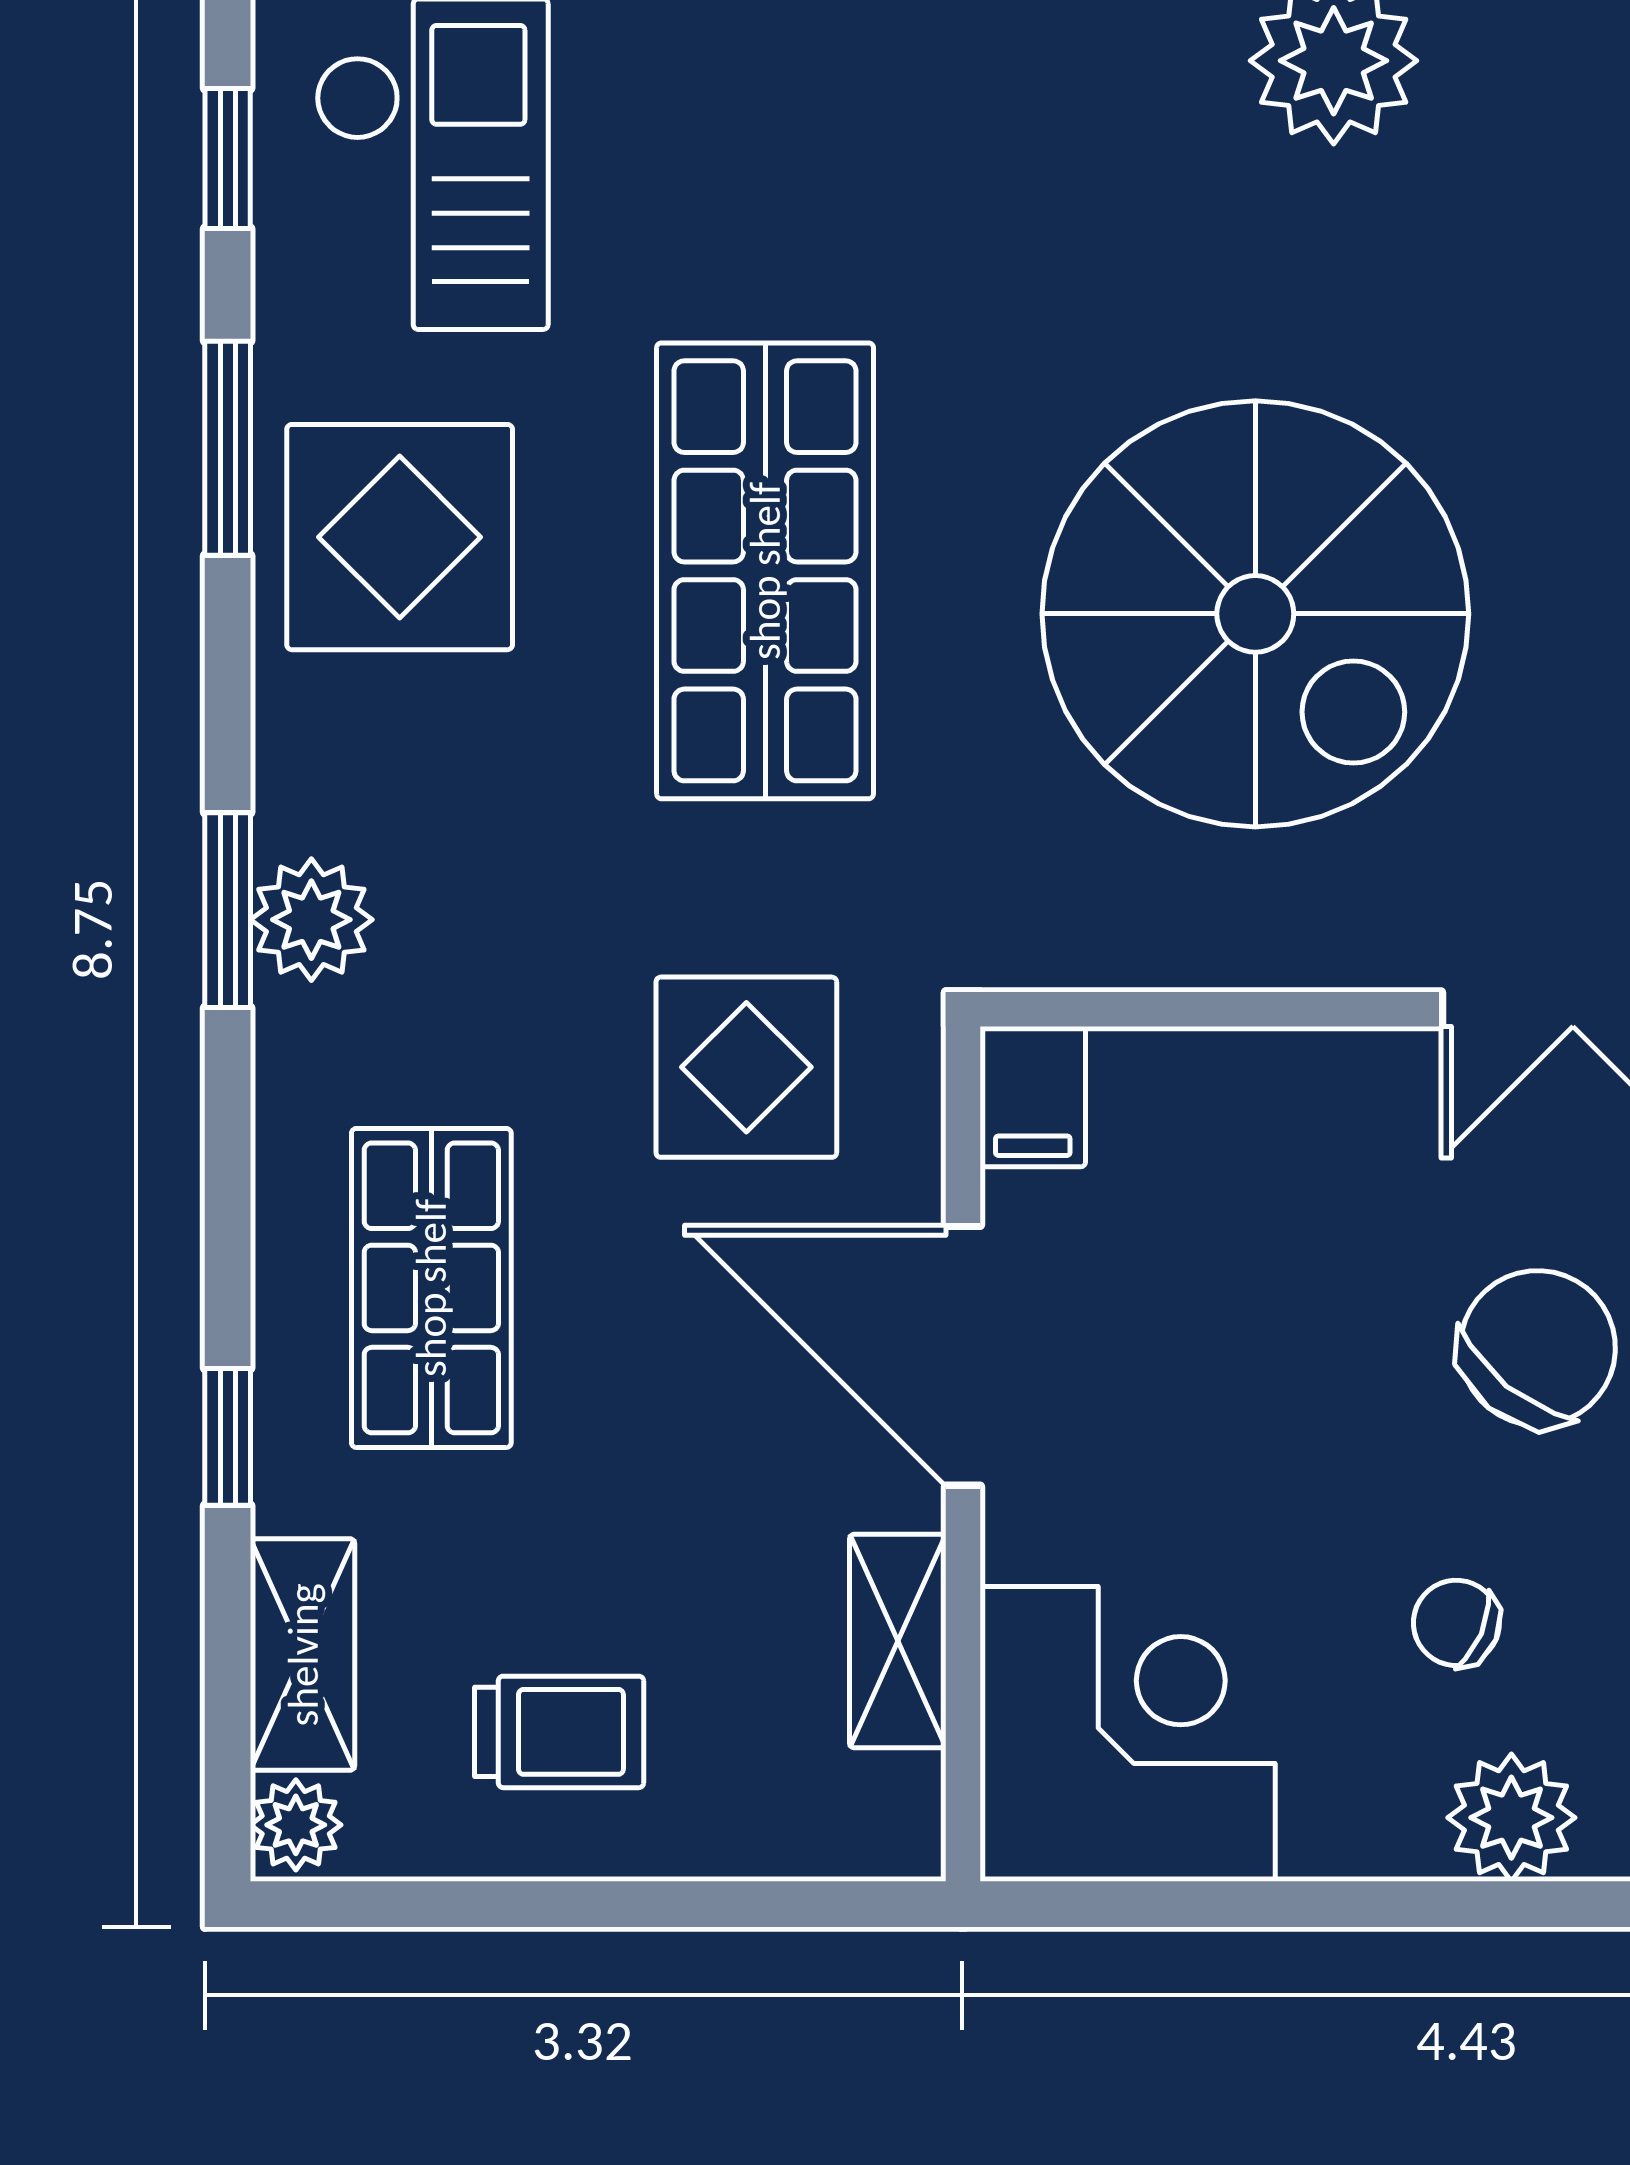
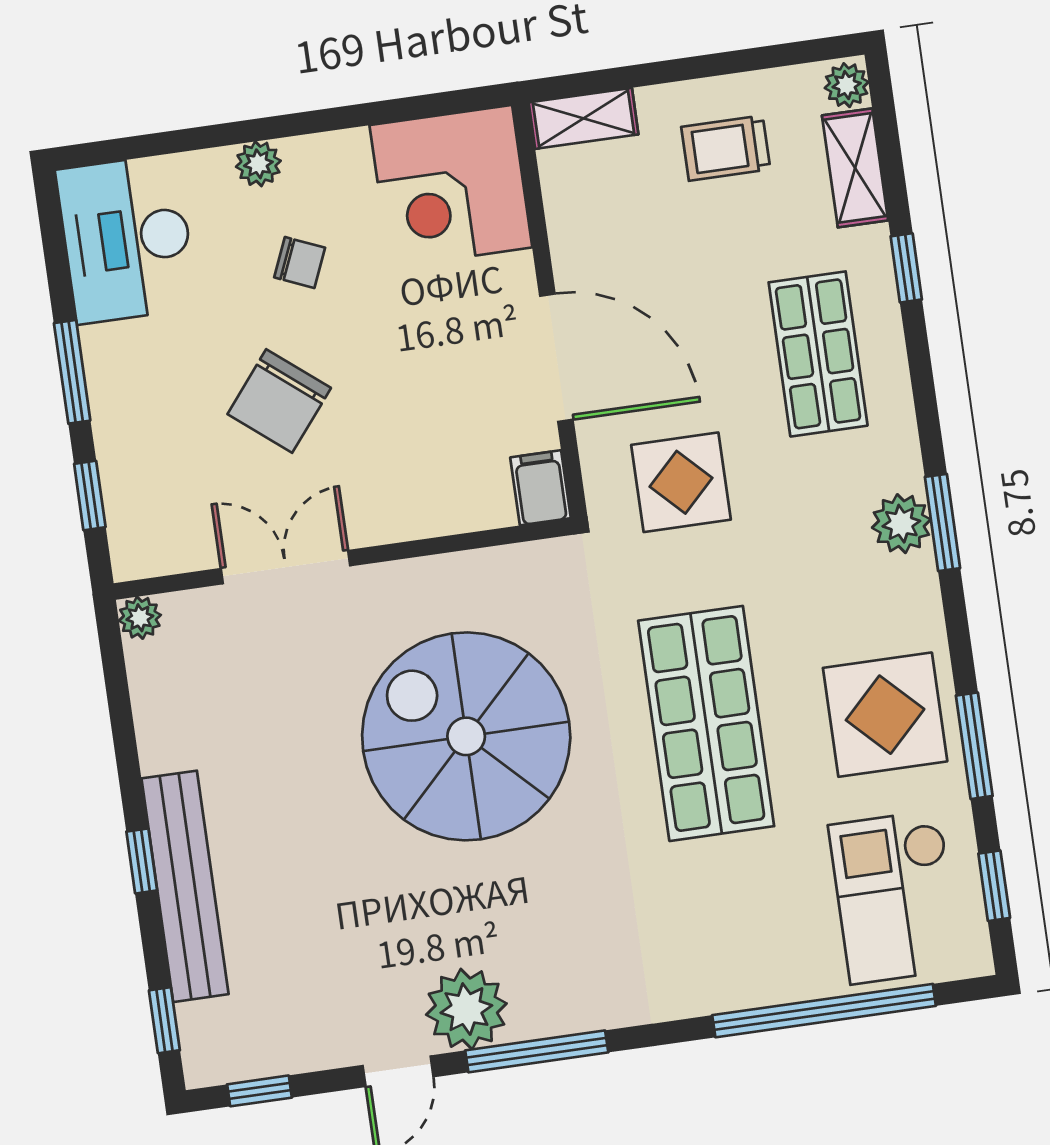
shelving: (898, 1641) -> (584, 118), moved, turned 90
plant: (1511, 1818) -> (258, 164), width x0.73, depth x0.73

